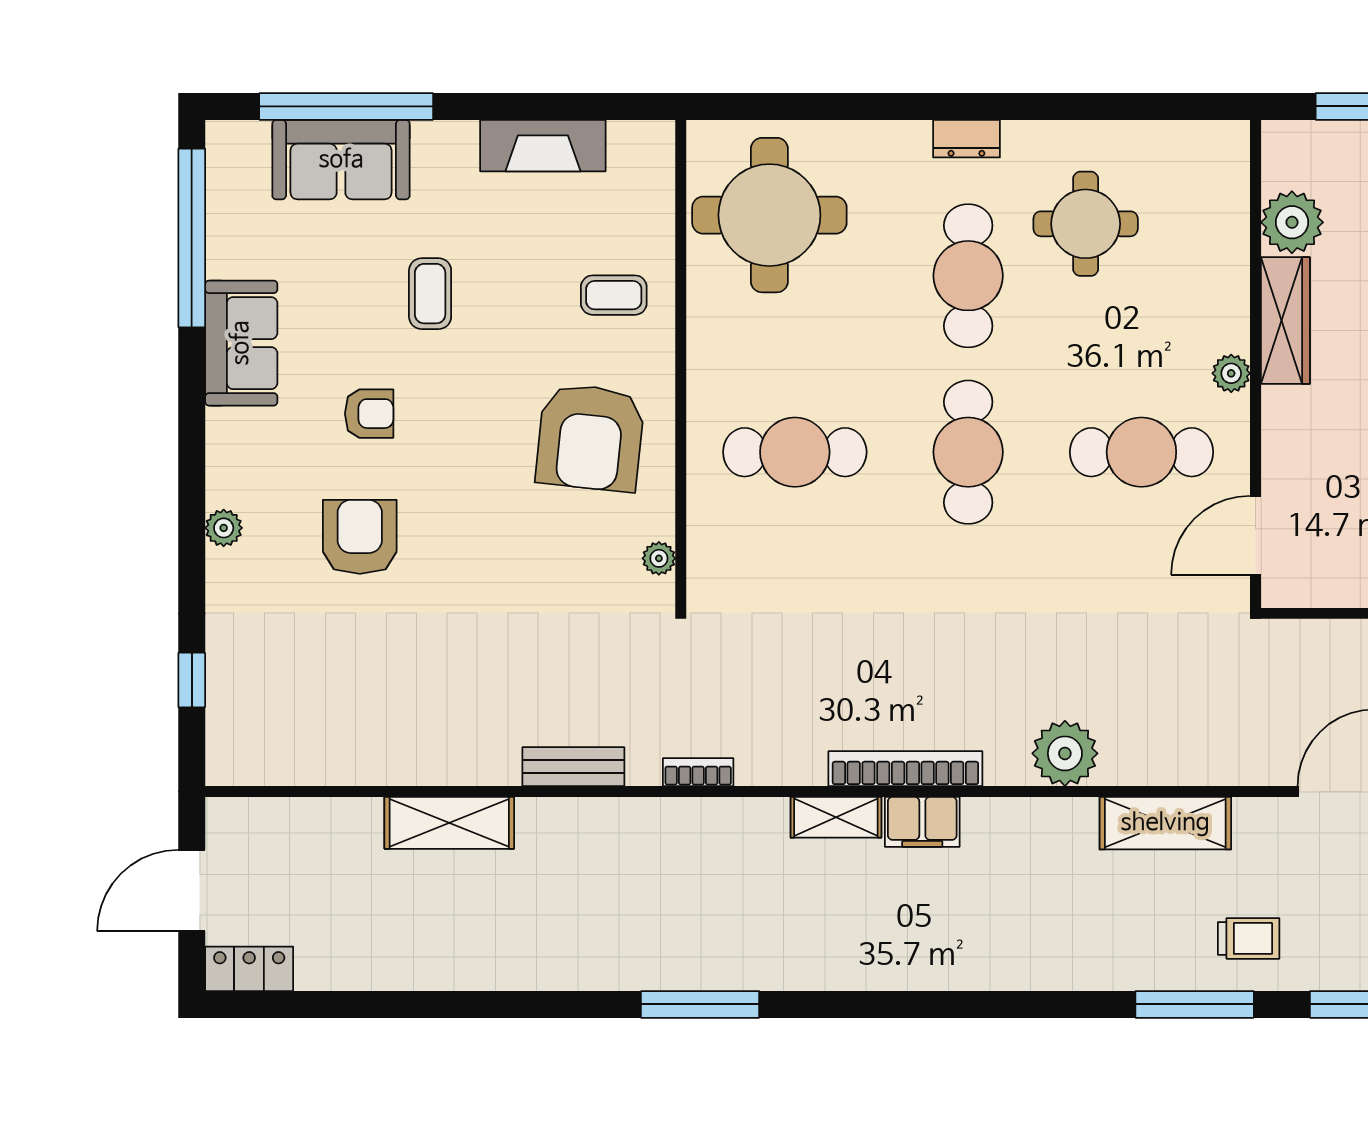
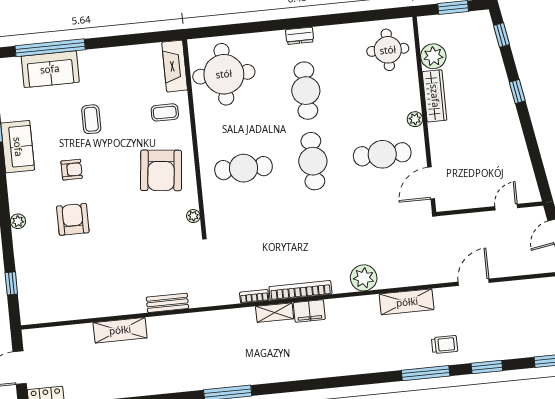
fireplace: (543, 146) -> (175, 66), moved, turned 90
round table: (1086, 224) -> (388, 50), moved
bookcase: (698, 772) -> (254, 296), moved

